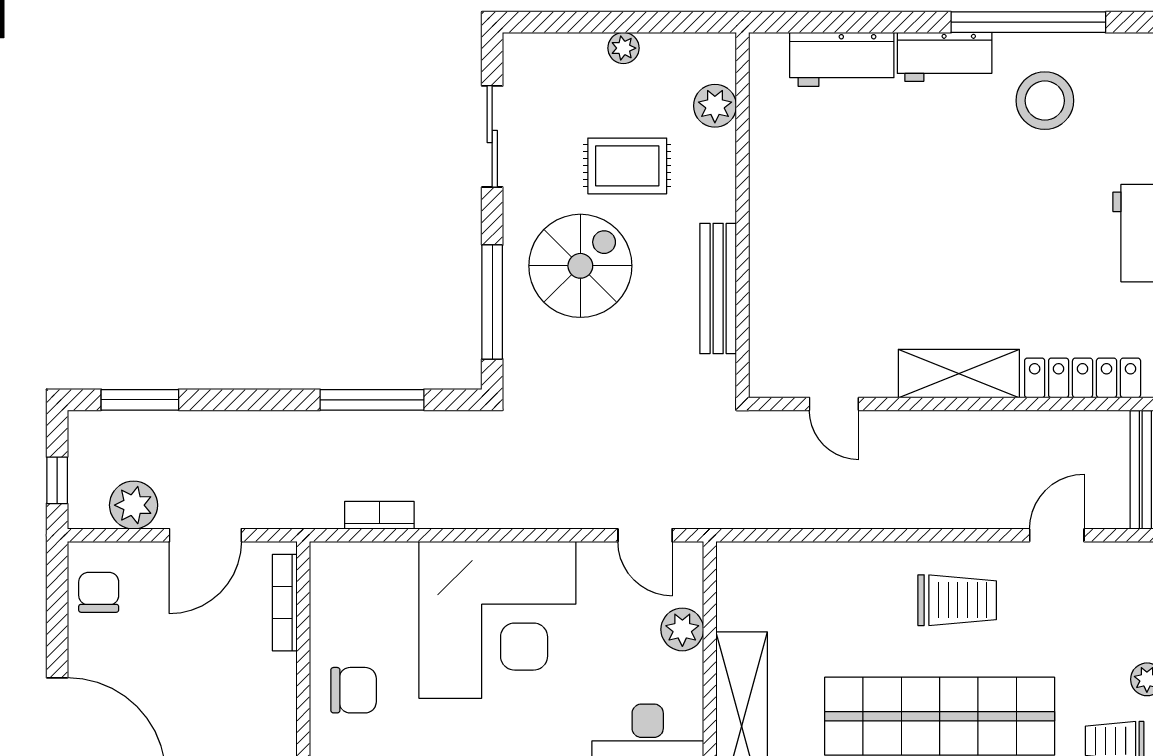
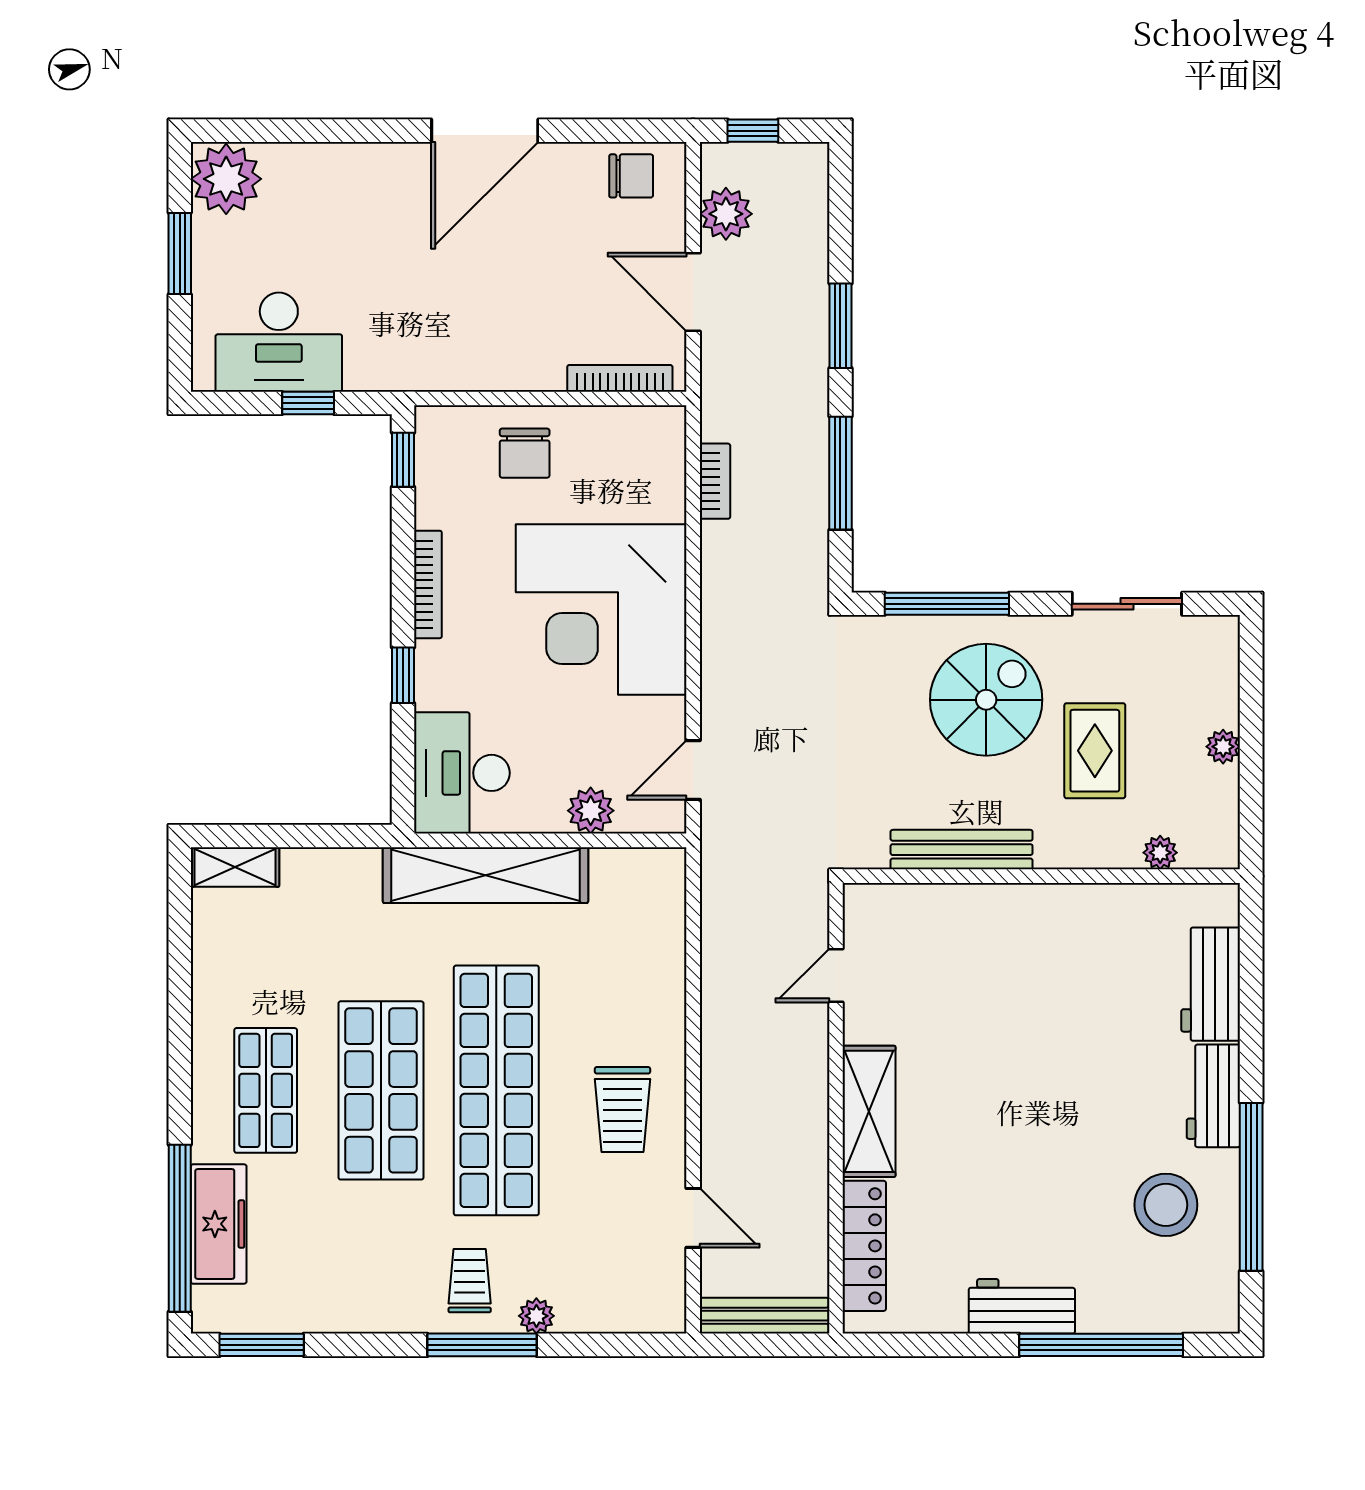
plant: (715, 106) -> (1160, 853), width x0.73, depth x0.73
spiral stairs: (580, 266) -> (986, 700), turned -90
window: (140, 400) -> (840, 326), moved

